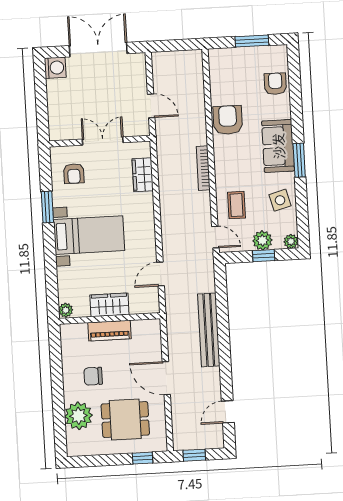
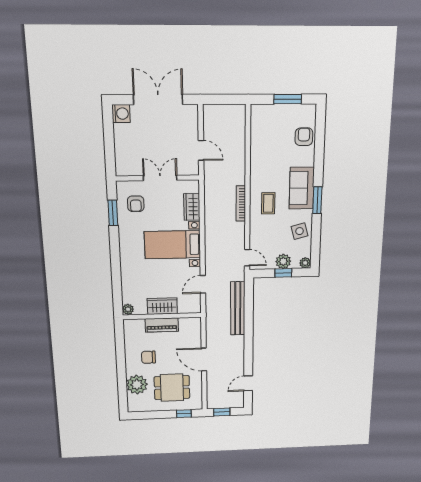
armchair: (228, 120) -> (263, 165), removed
coffee table: (236, 205) -> (268, 203), moved
window: (47, 207) -> (113, 213), moved
bed with nightstands: (89, 235) -> (173, 245), moved, turned 180
bench: (209, 330) -> (238, 308), moved

